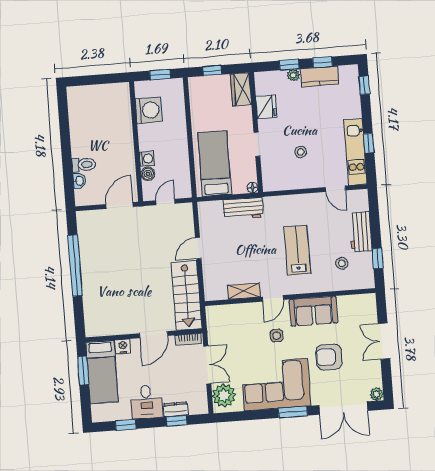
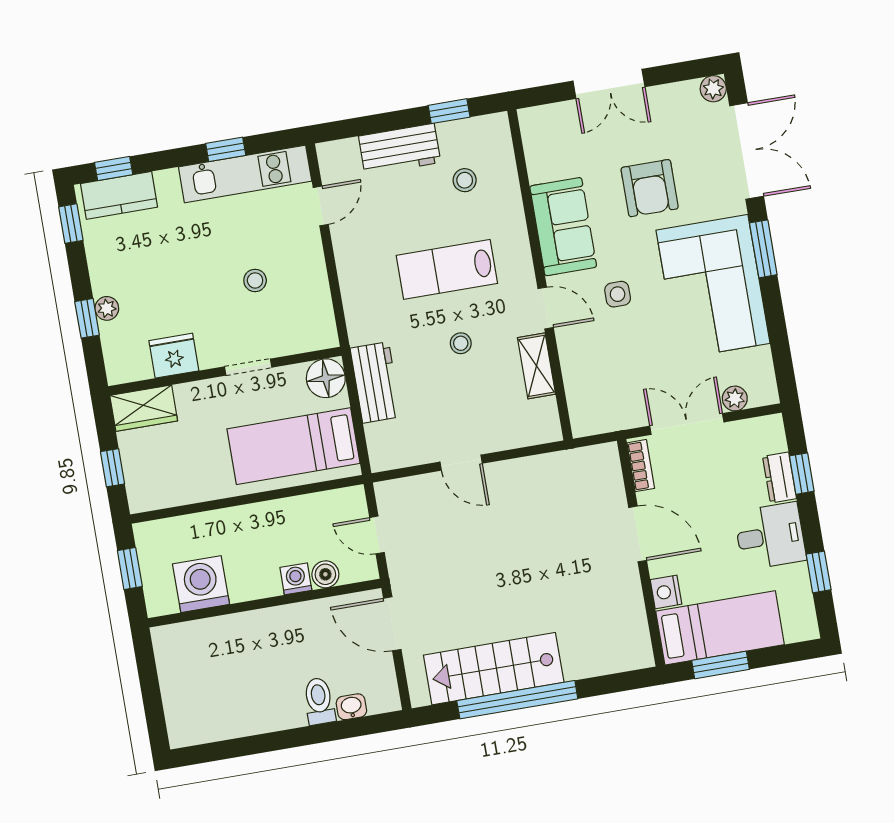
window: (322, 62) -> (71, 224), moved
kitchen counter: (319, 76) -> (119, 195), moved, turned 90
floor lamp: (253, 188) -> (326, 378), width x1.89, depth x1.89
stool: (259, 254) -> (461, 343), added
stairs: (187, 295) -> (494, 669), moved, turned 180
plant: (224, 395) -> (735, 399), width x0.53, depth x0.53

